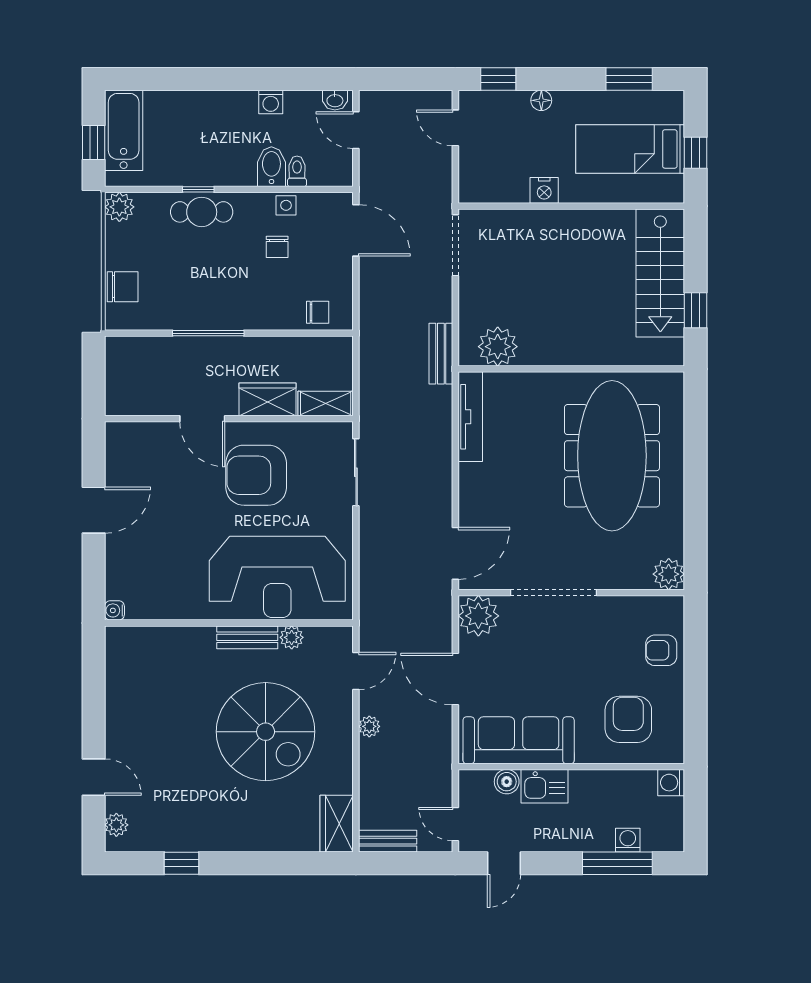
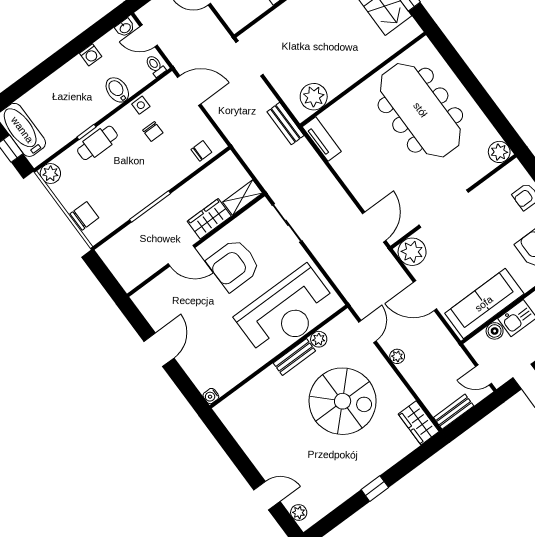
toilet: (297, 171) -> (155, 66), moved
tv unit: (470, 417) -> (322, 139), width x0.71
window: (181, 863) -> (375, 489), moved

